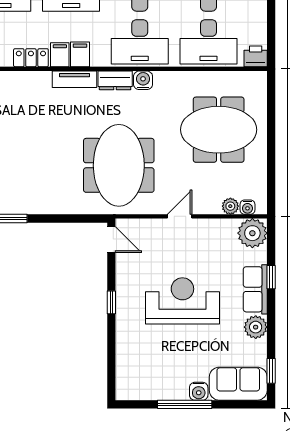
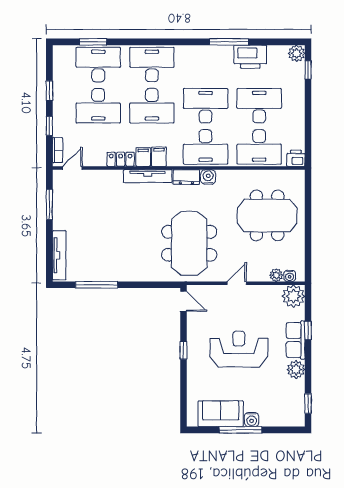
tv unit: (75, 79) -> (148, 176), width x1.41
sofa: (238, 384) -> (221, 414), moved

